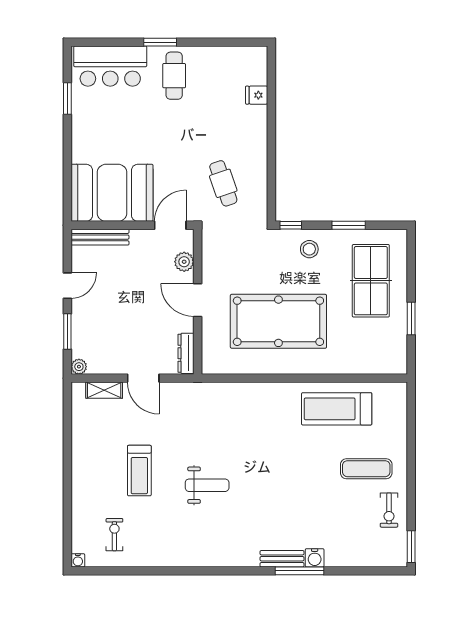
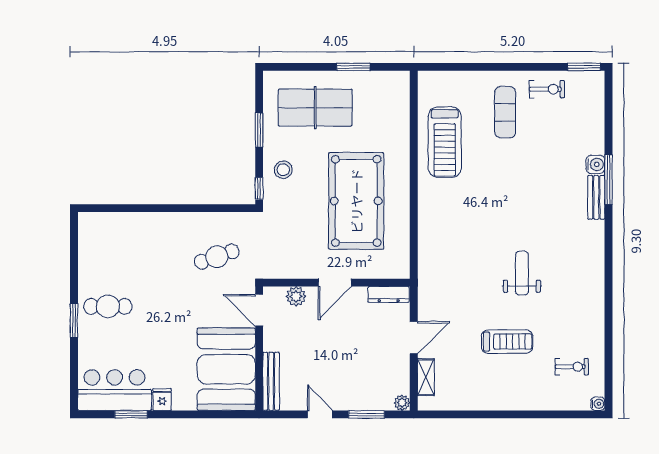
bar counter: (110, 66) -> (115, 390), moved, turned -90
fridge: (257, 95) -> (162, 399), moved, turned 180
exercise bike: (114, 535) -> (572, 367), turned 180

